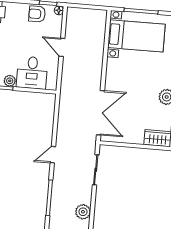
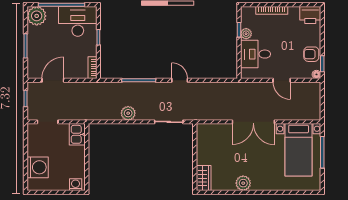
armchair: (37, 14) -> (311, 54), turned -90
door: (62, 47) -> (282, 80), swing flipped
double door: (101, 113) -> (253, 122), moved

